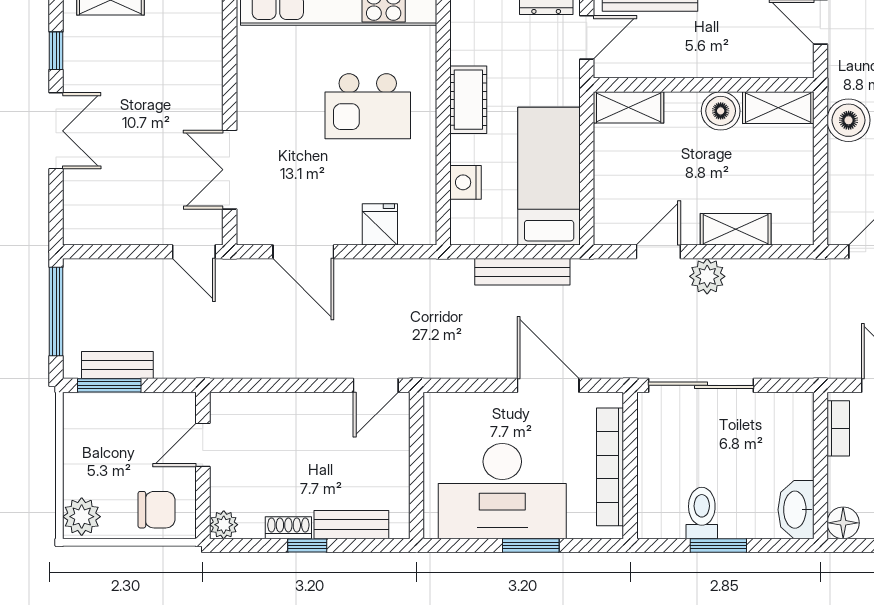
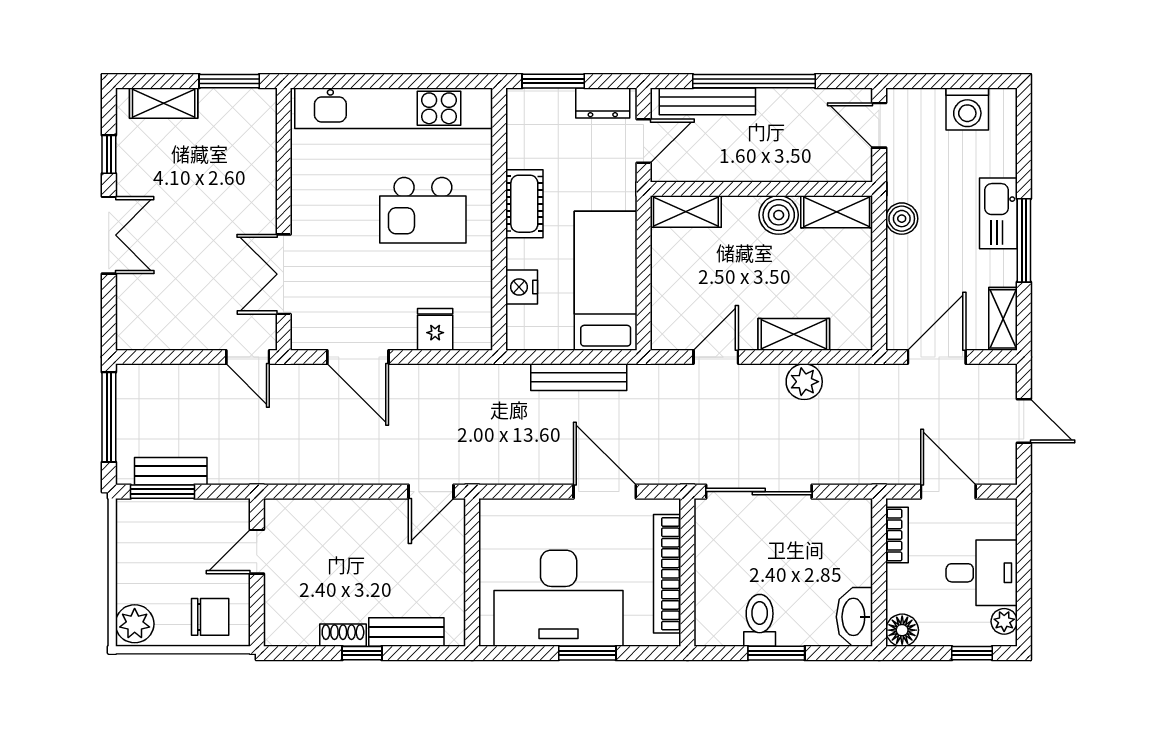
boiler: (849, 120) -> (902, 219), width x0.73, depth x0.73
plant: (707, 276) -> (804, 382), moved
plant: (224, 525) -> (278, 632), removed

